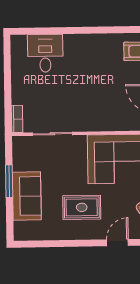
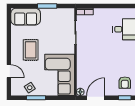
sofa: (27, 196) -> (26, 17), moved

